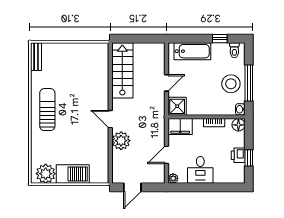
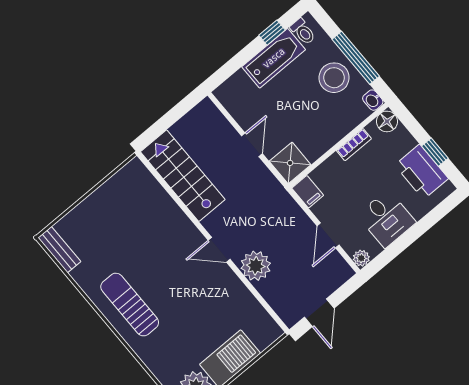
bathtub: (192, 51) -> (274, 58), moved
filing cabinet: (180, 127) -> (308, 192), width x0.50
printer: (238, 155) -> (422, 172), width x1.87, depth x1.48

